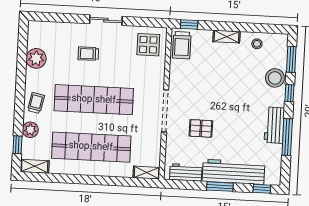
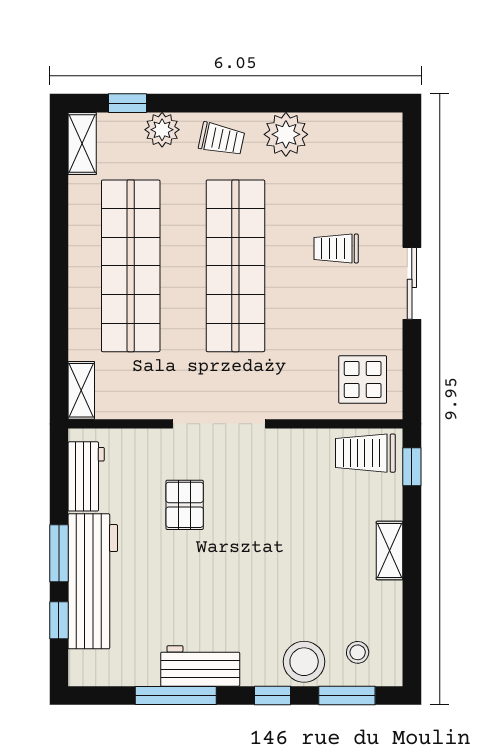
stool: (257, 44) -> (358, 652), moved
trolley: (88, 54) -> (336, 249), turned -89
plant: (36, 58) -> (286, 134), moved
window: (262, 189) -> (59, 620), moved

